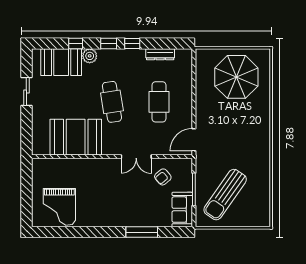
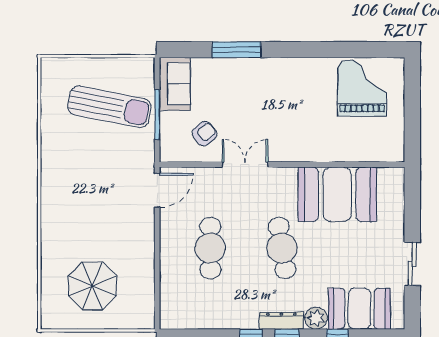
dresser: (160, 54) -> (281, 321), moved
parasol: (236, 77) -> (92, 286), width x0.73, depth x0.73
sun lounger: (225, 195) -> (109, 107), turned 66

